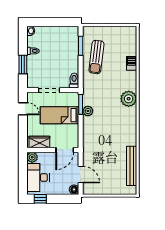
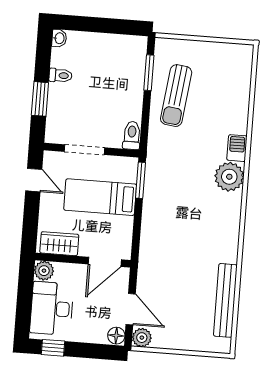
barbecue: (132, 63) -> (237, 148), moved
plant: (88, 111) -> (142, 338), moved

